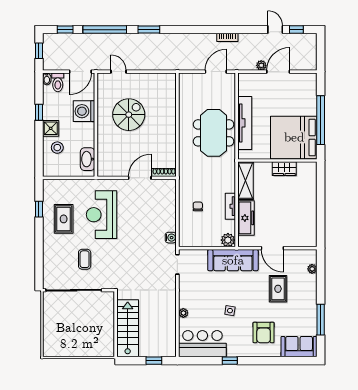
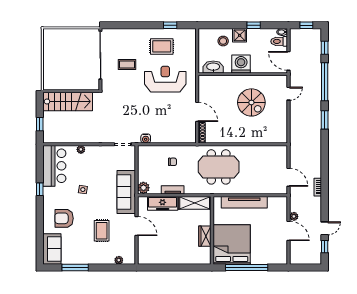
washing machine: (84, 111) -> (241, 64), moved
meeting table: (214, 133) -> (219, 167), moved
door: (272, 248) -> (137, 226), swing flipped
rug: (278, 289) -> (102, 231), turned 90

